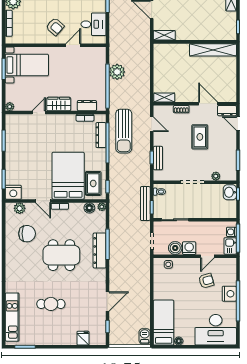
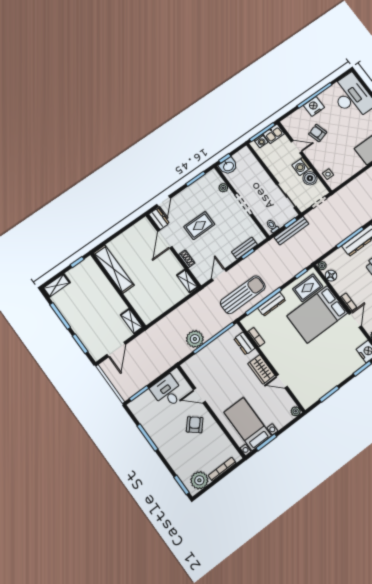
dresser: (101, 135) -> (272, 304), moved

